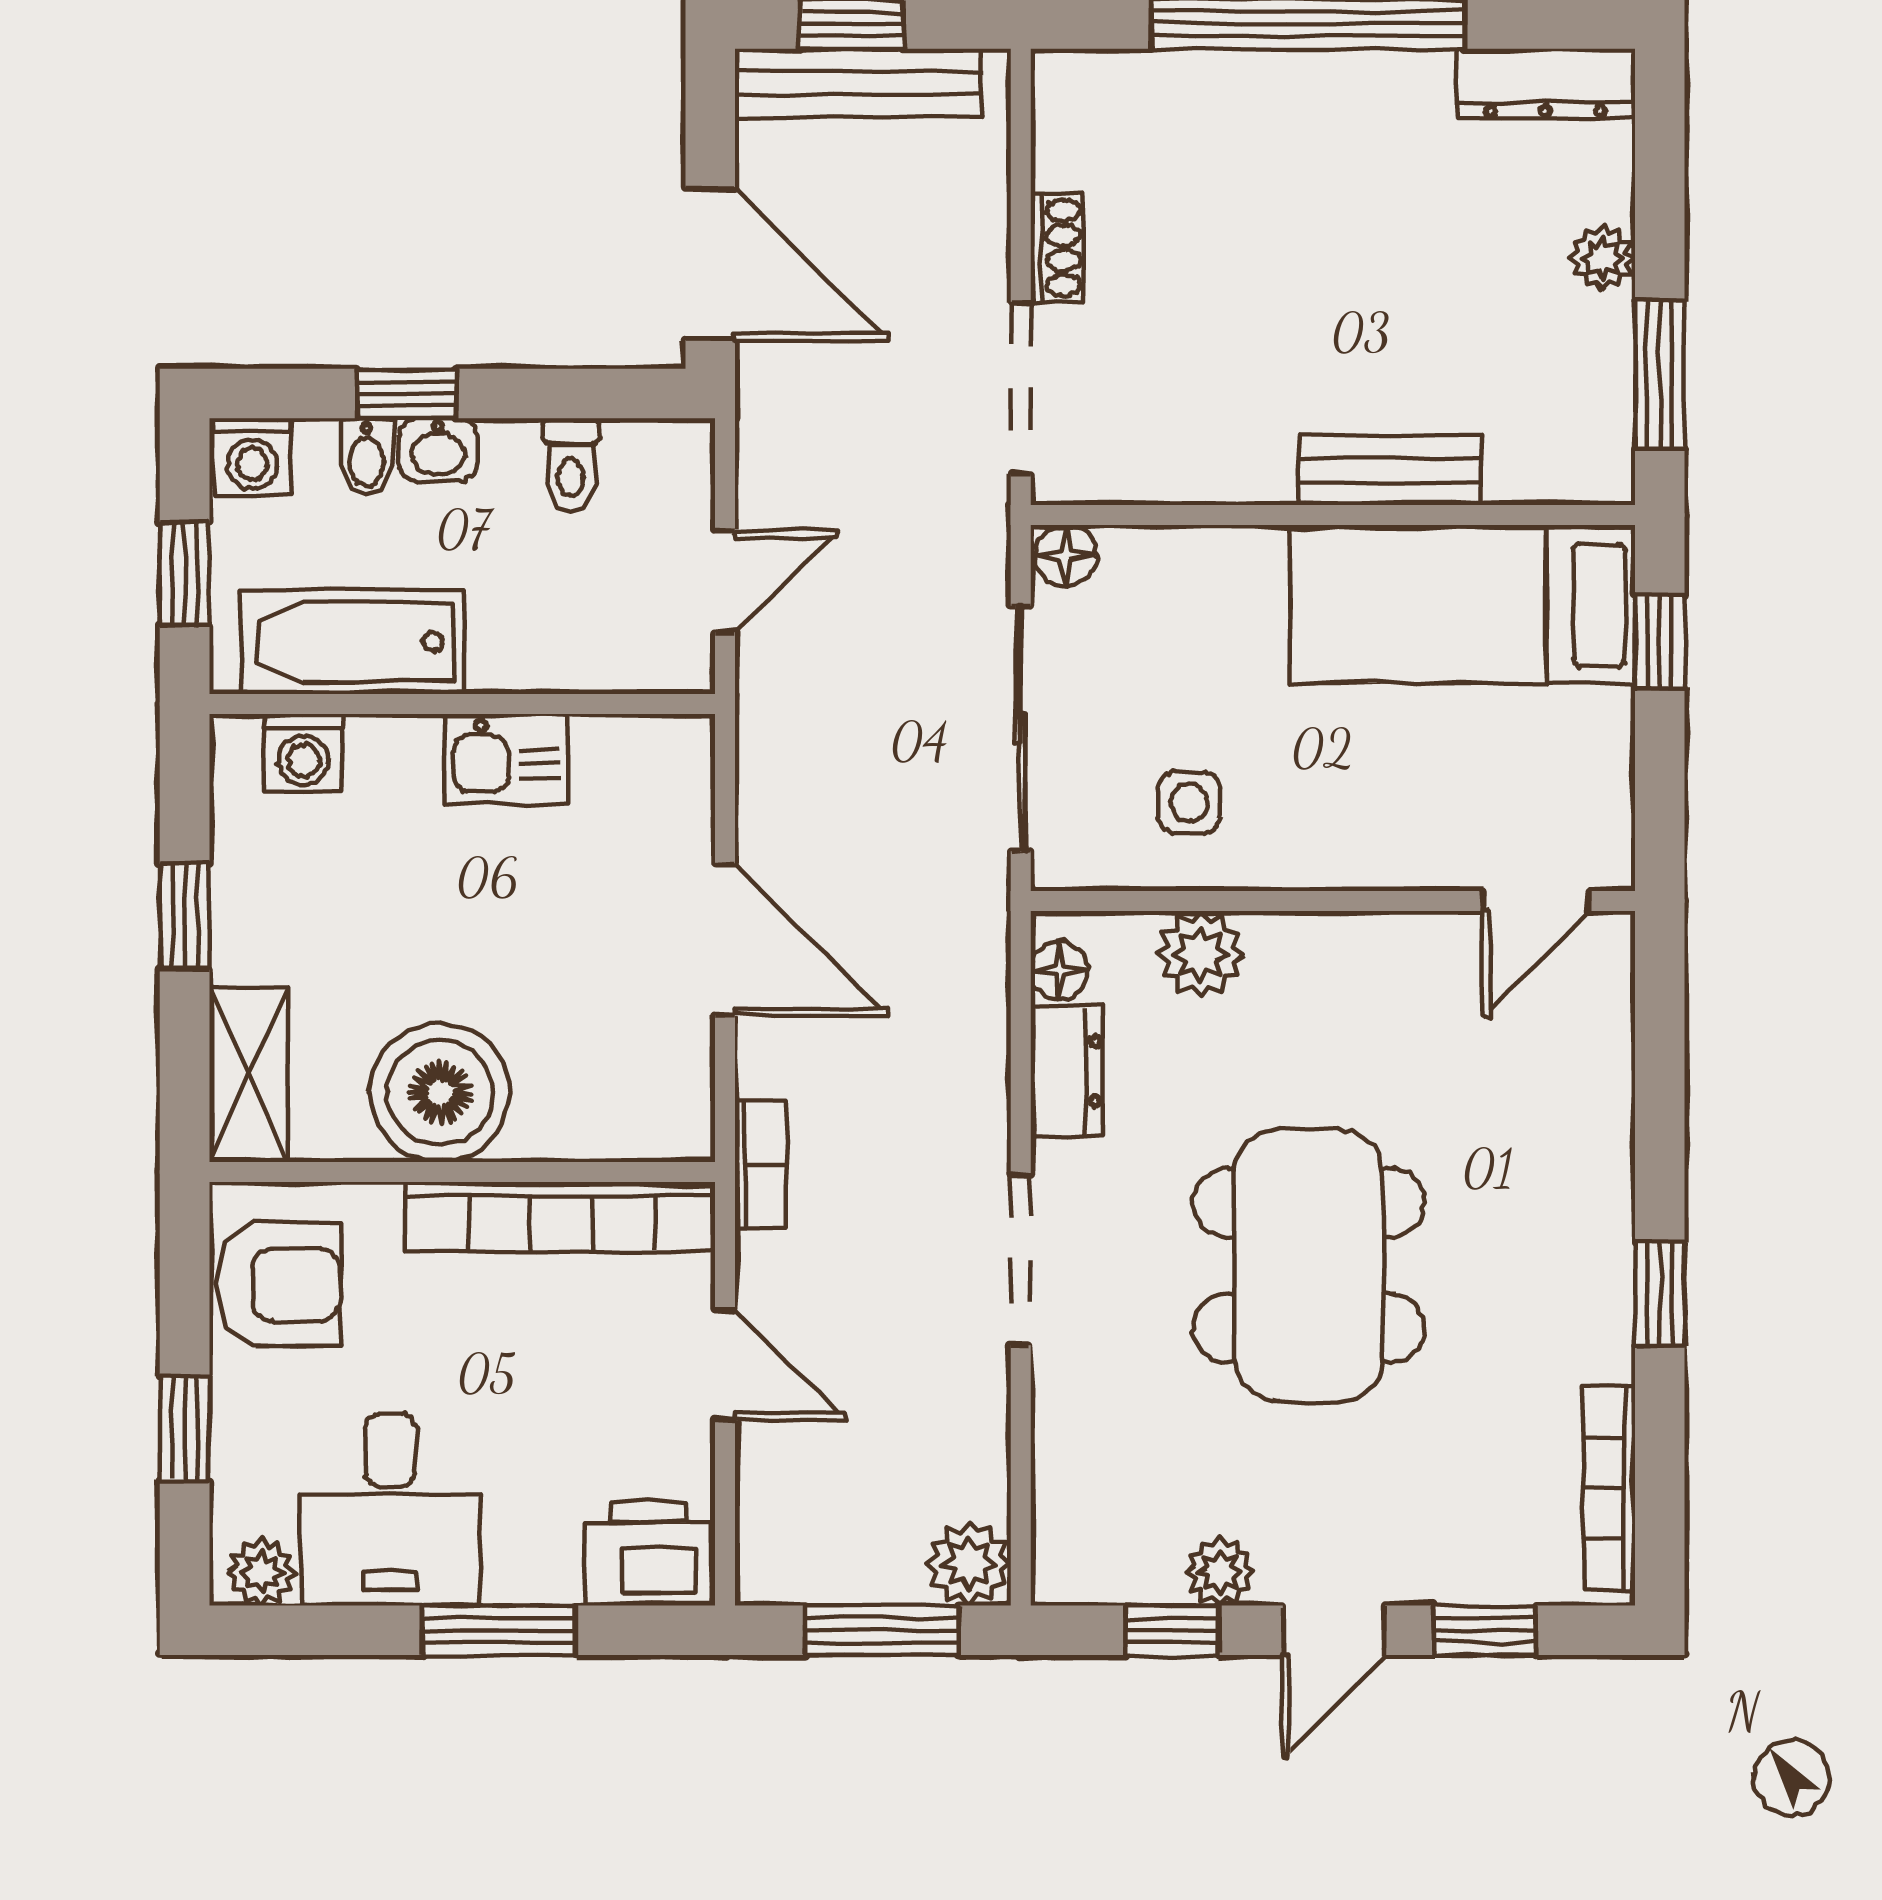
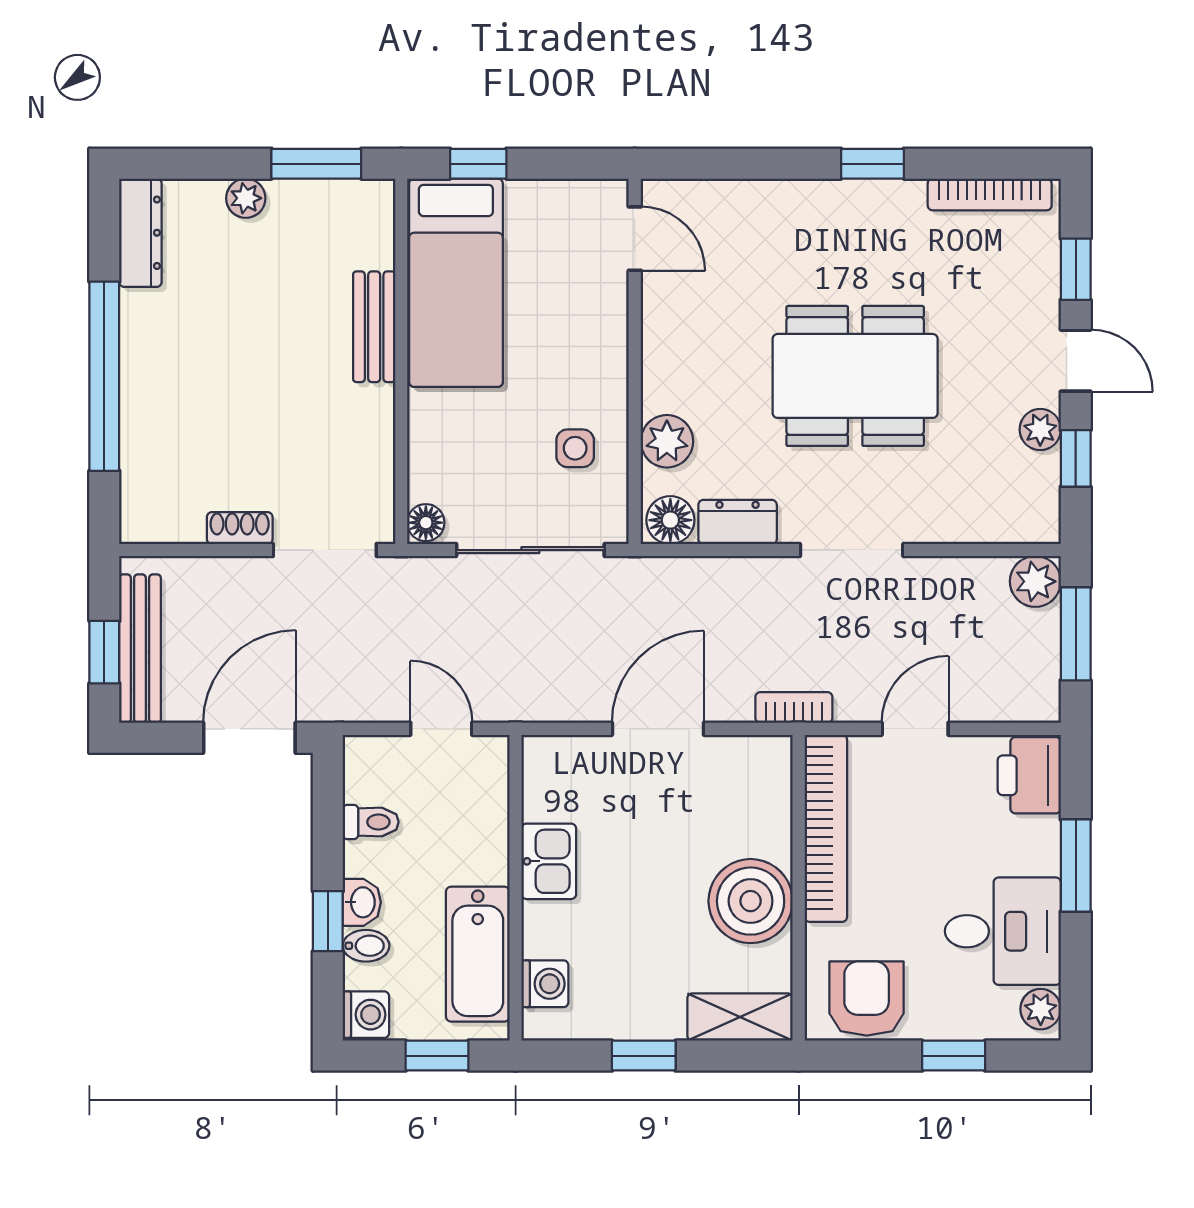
floor lamp: (1059, 971) -> (670, 520), width x1.37, depth x1.37

